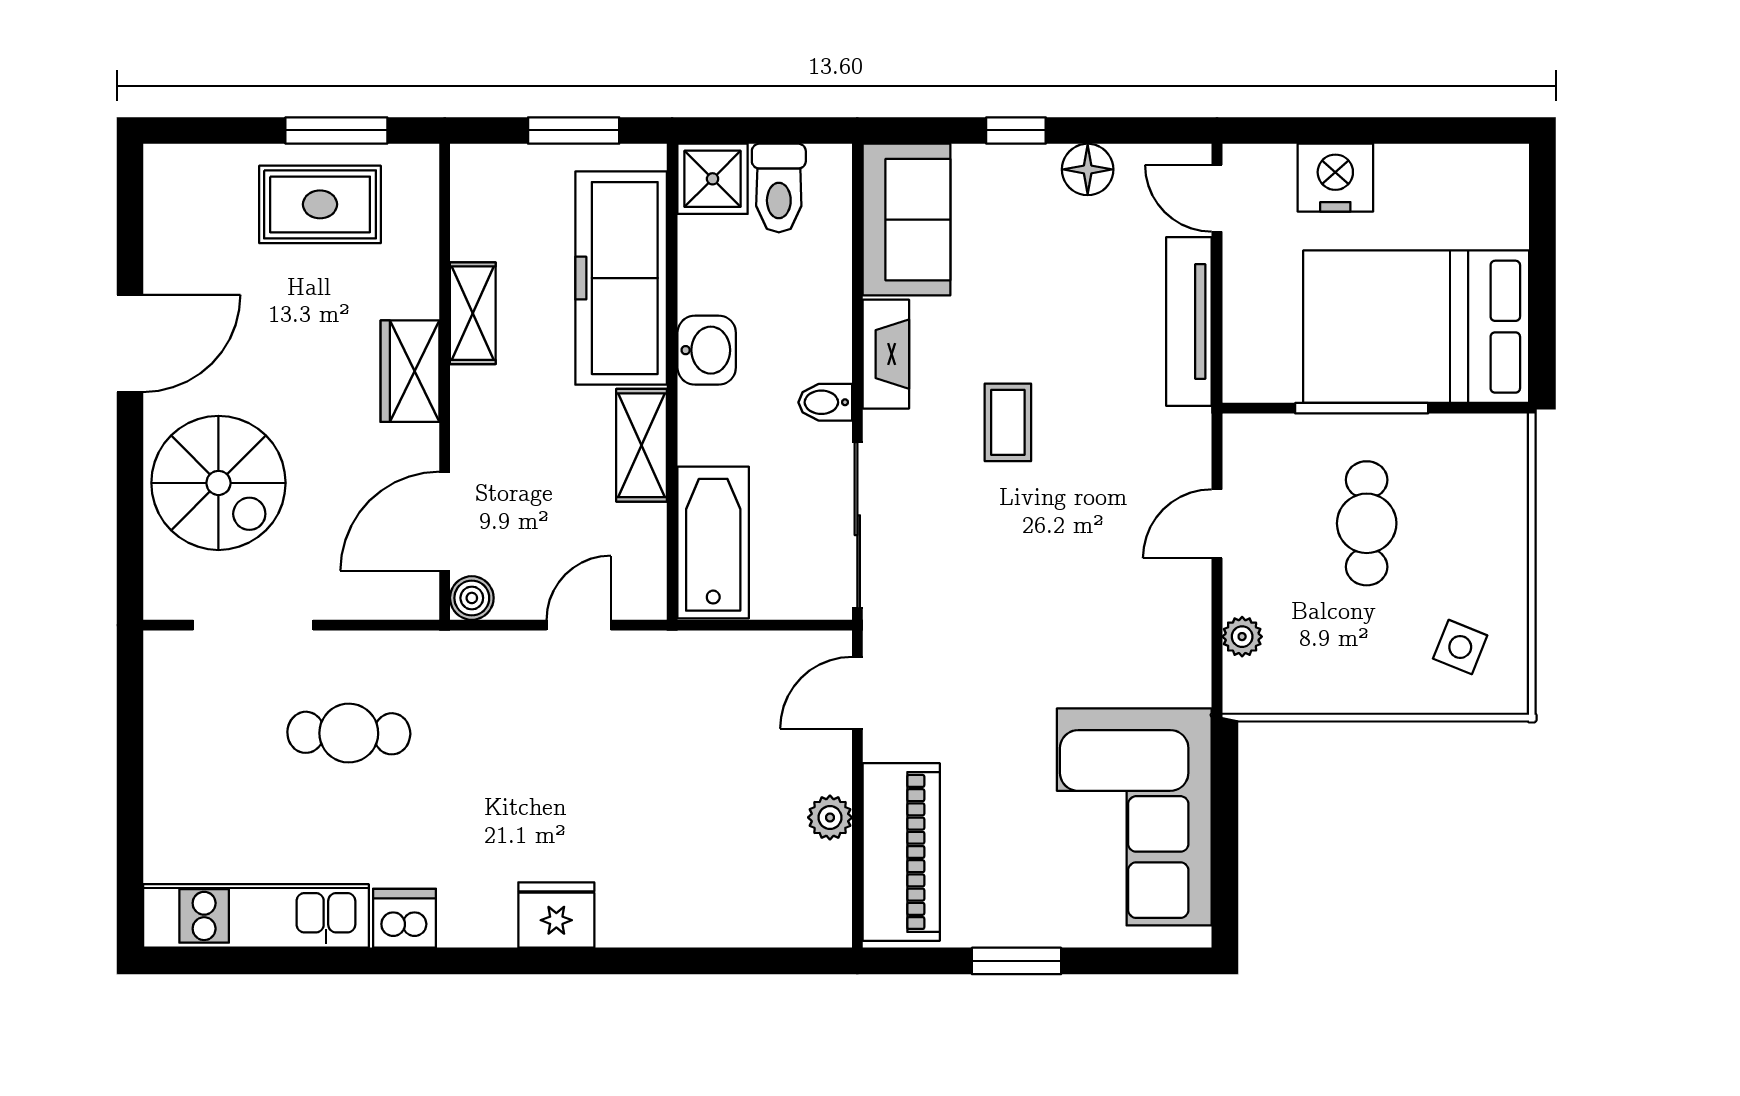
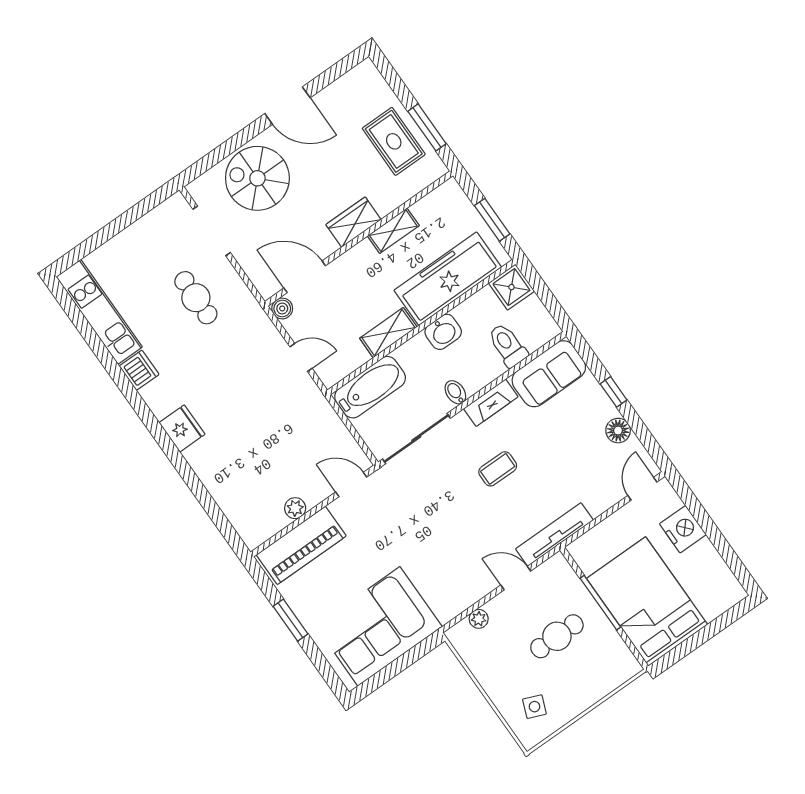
toilet: (779, 188) -> (508, 345), moved, turned 90
tv unit: (1189, 322) -> (554, 534), moved
spiral stairs: (218, 483) -> (257, 178), turned 90

